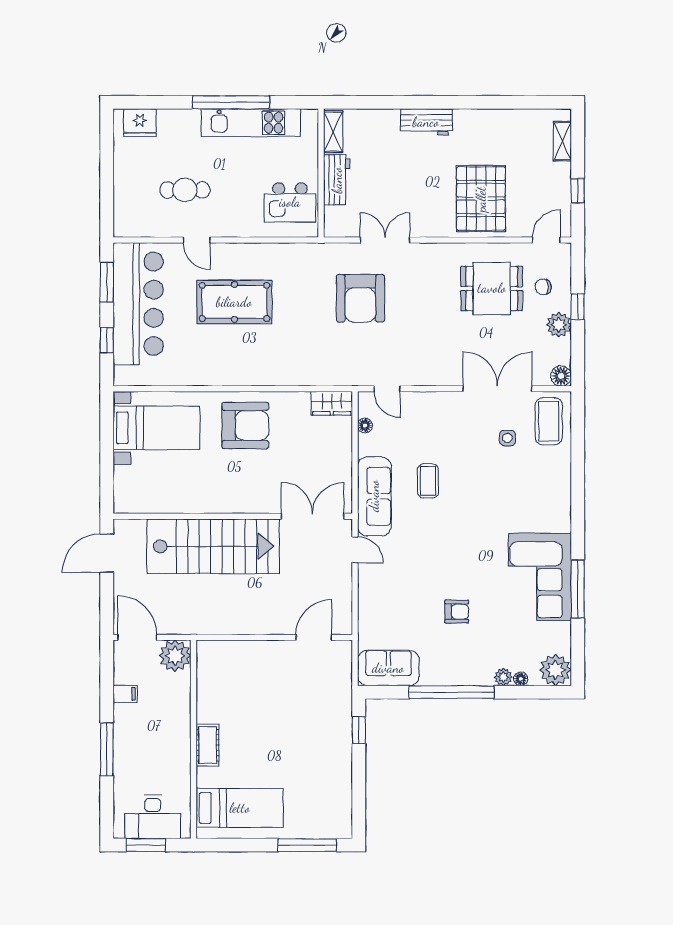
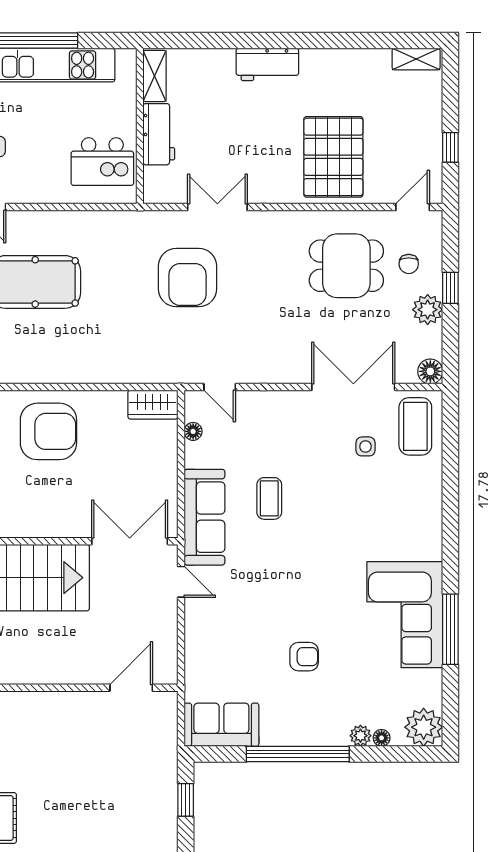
shelving: (562, 141) -> (416, 59), moved, turned 90
chair: (543, 287) -> (409, 264), turned -90

